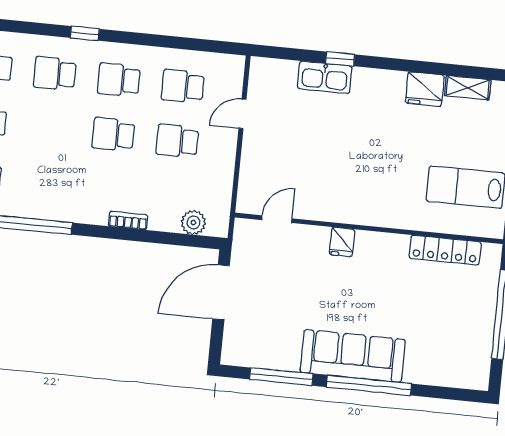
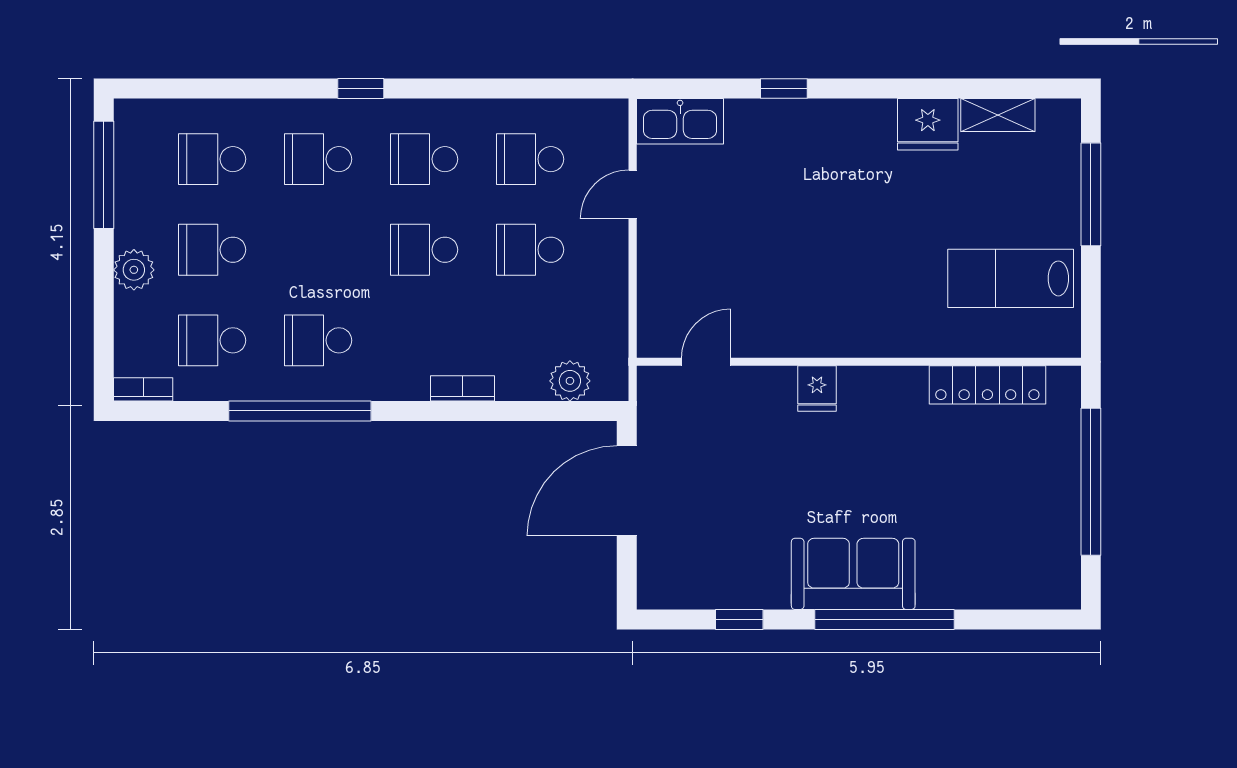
kitchen sink: (325, 77) -> (680, 121), moved
school desk: (44, 183) -> (318, 340), added
sofa: (353, 356) -> (853, 574), width x0.73
window: (281, 377) -> (739, 619), width x0.46

